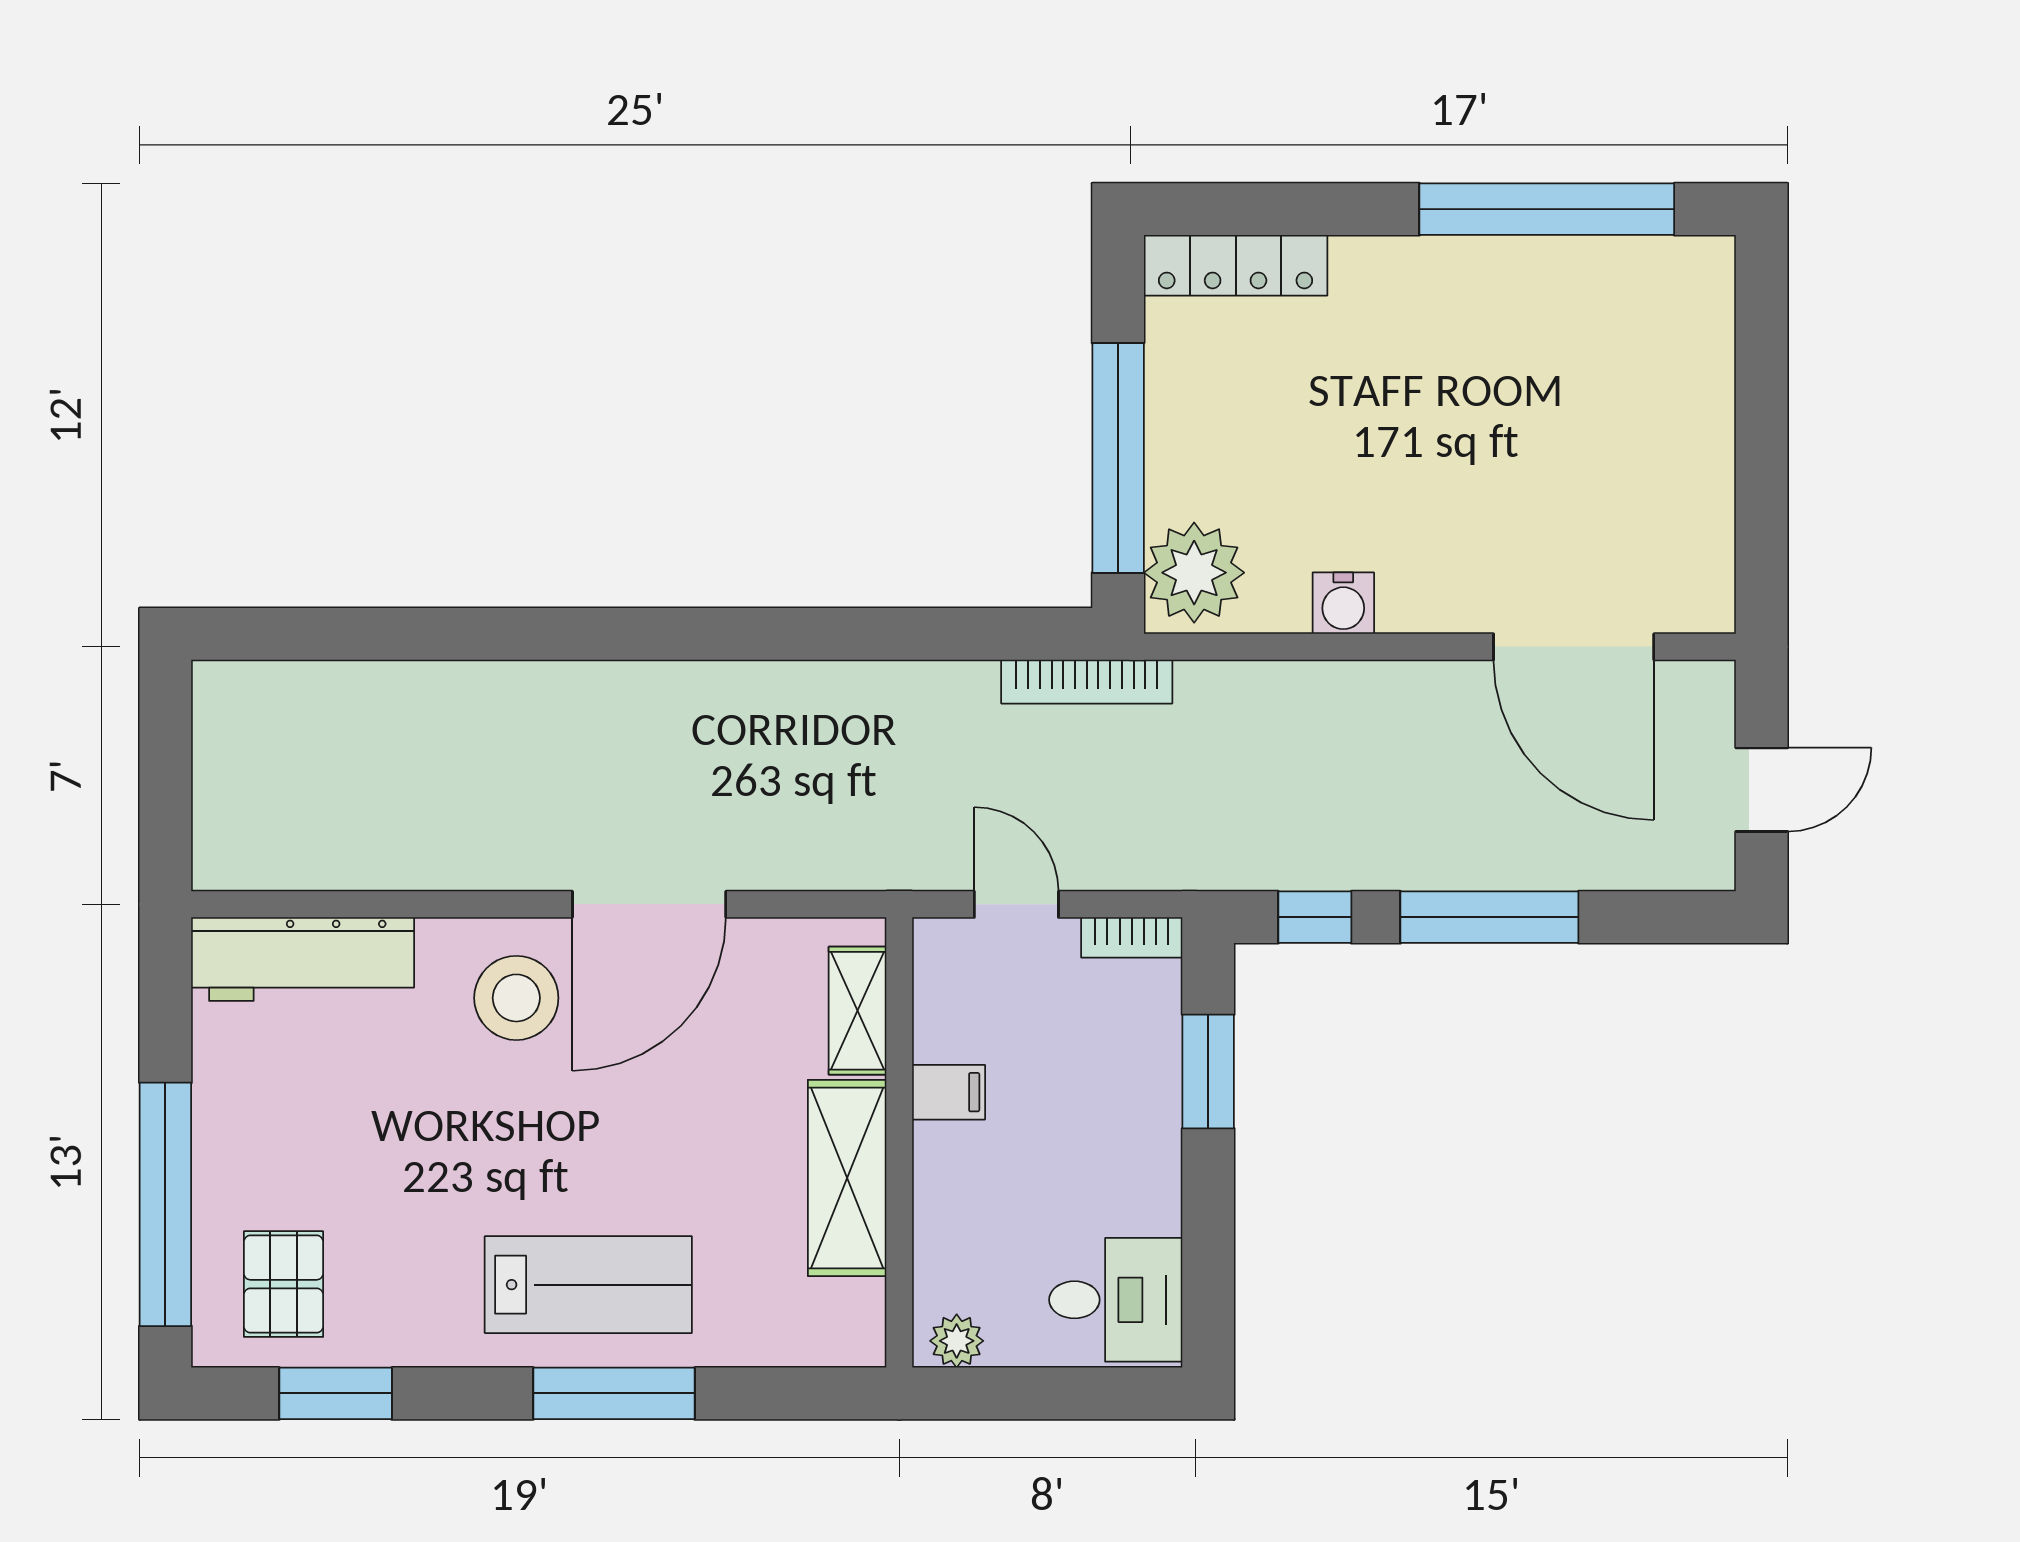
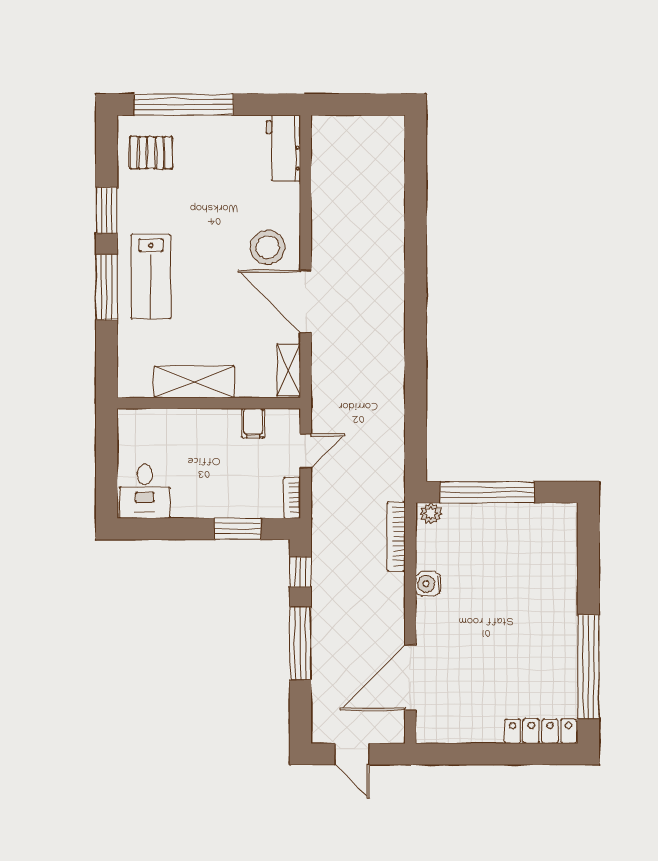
locker: (1236, 265) -> (541, 731), moved, turned 90
plant: (1194, 573) -> (431, 514), width x0.53, depth x0.53
bookcase: (1087, 682) -> (396, 537), moved
workbench: (303, 959) -> (283, 148), width x0.73
shelving: (858, 1011) -> (289, 370), moved, turned 90
filing cabinet: (949, 1092) -> (253, 423), moved
plant: (957, 1341) -> (128, 427), removed
window: (336, 1393) -> (107, 210), moved

